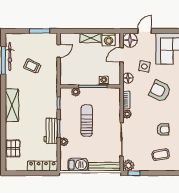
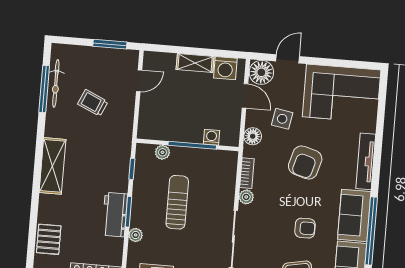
door: (122, 55) -> (245, 96), swing flipped
armchair: (160, 91) -> (305, 162), turned -99

